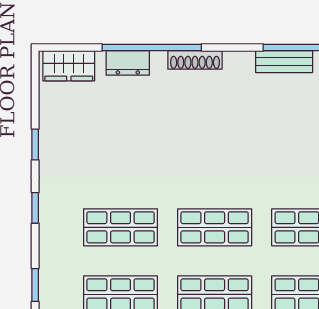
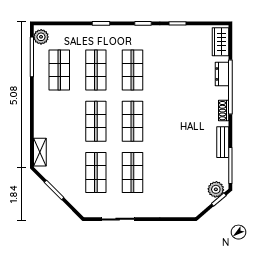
shoe rack: (195, 60) -> (224, 111), width x0.70
bench: (284, 62) -> (223, 142), moved

